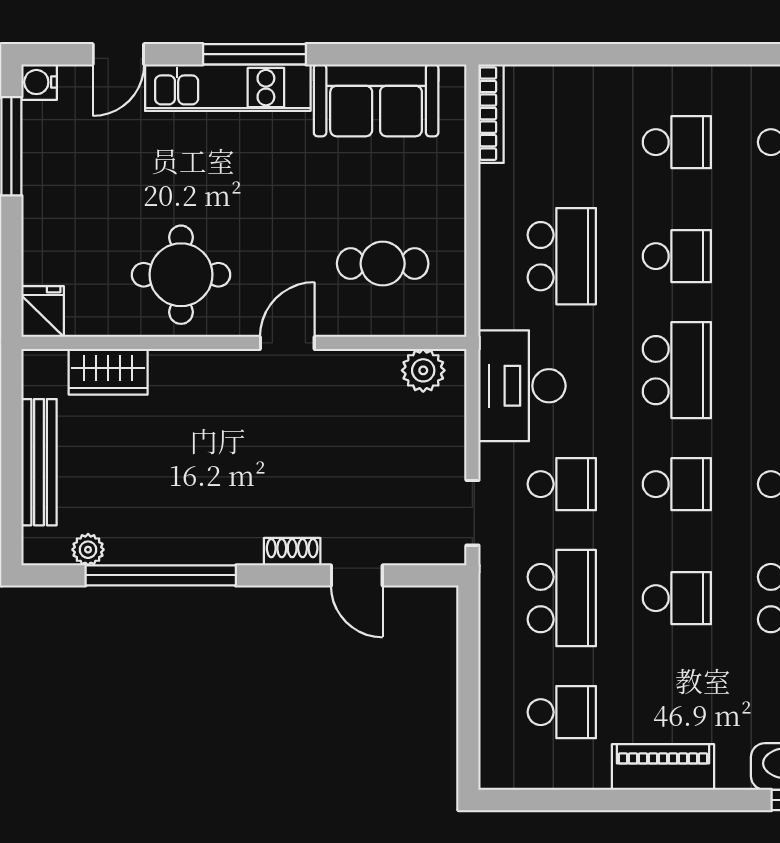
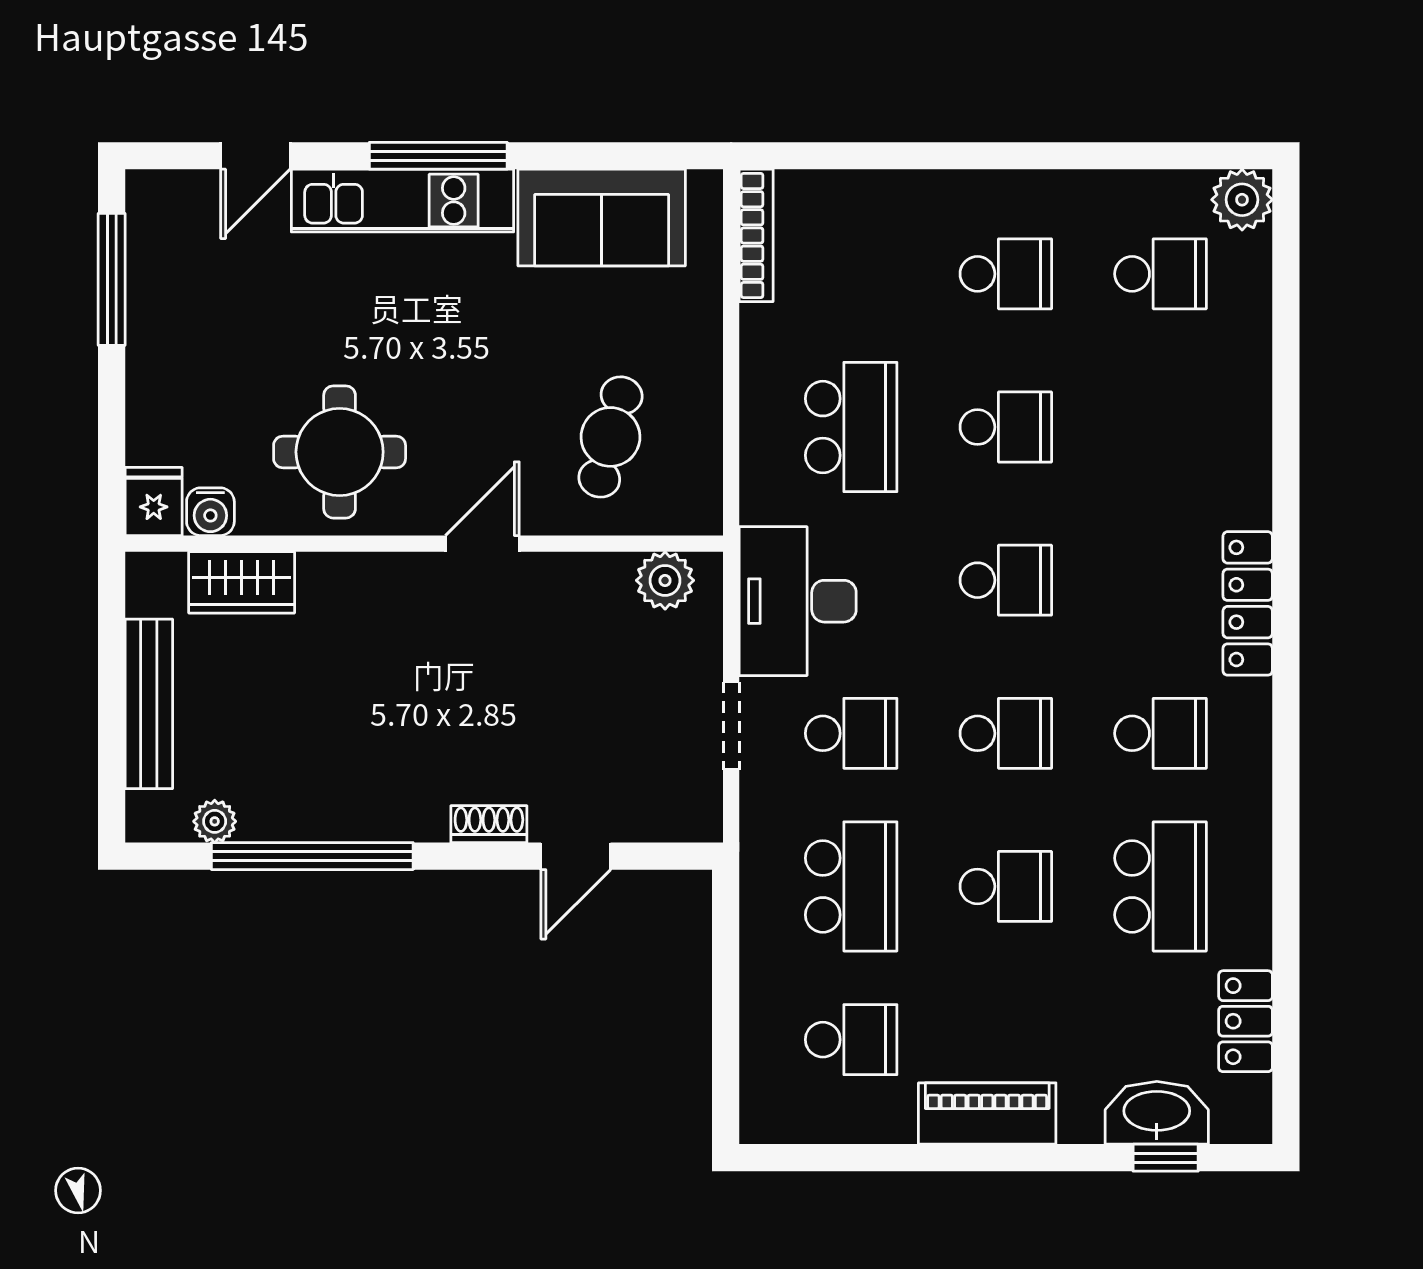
water cooler: (39, 82) -> (210, 512), moved, turned -90
cafe table: (383, 264) -> (610, 437), turned -75
school desk: (677, 370) -> (1006, 580), width x0.54
doorway: (472, 513) -> (731, 726), moved
door: (357, 575) -> (576, 856), hinge flipped

